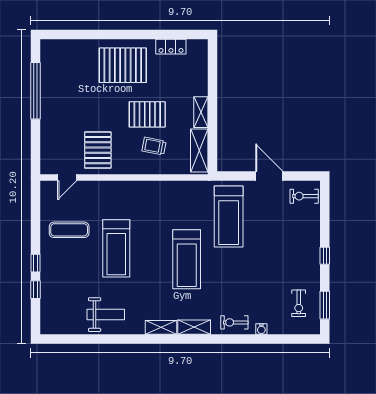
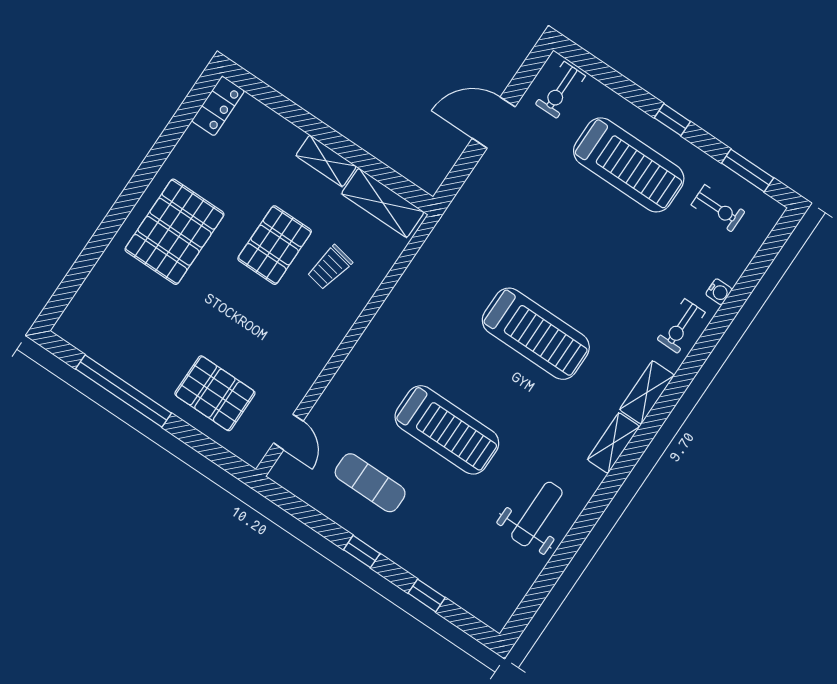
locker: (171, 47) -> (218, 106), moved
pallet: (98, 150) -> (215, 393), moved
treadmill: (229, 217) -> (629, 165), moved
exercise mat: (69, 230) -> (370, 483), turned 90
window: (35, 263) -> (362, 552), moved

